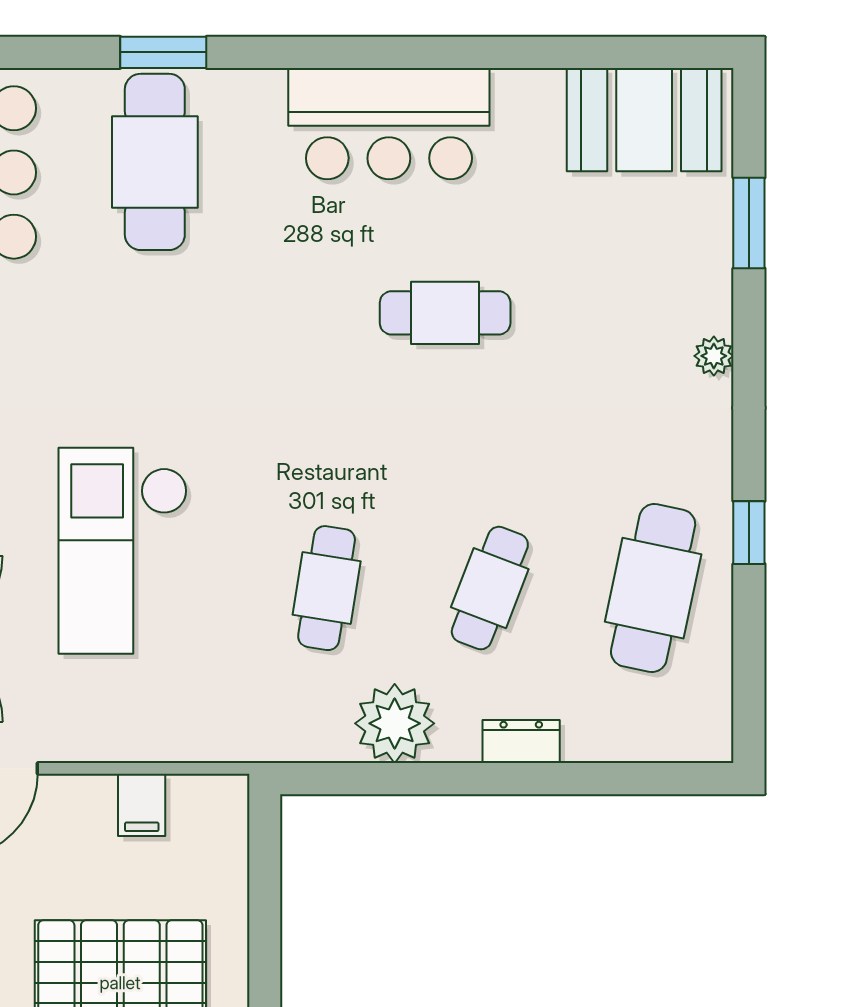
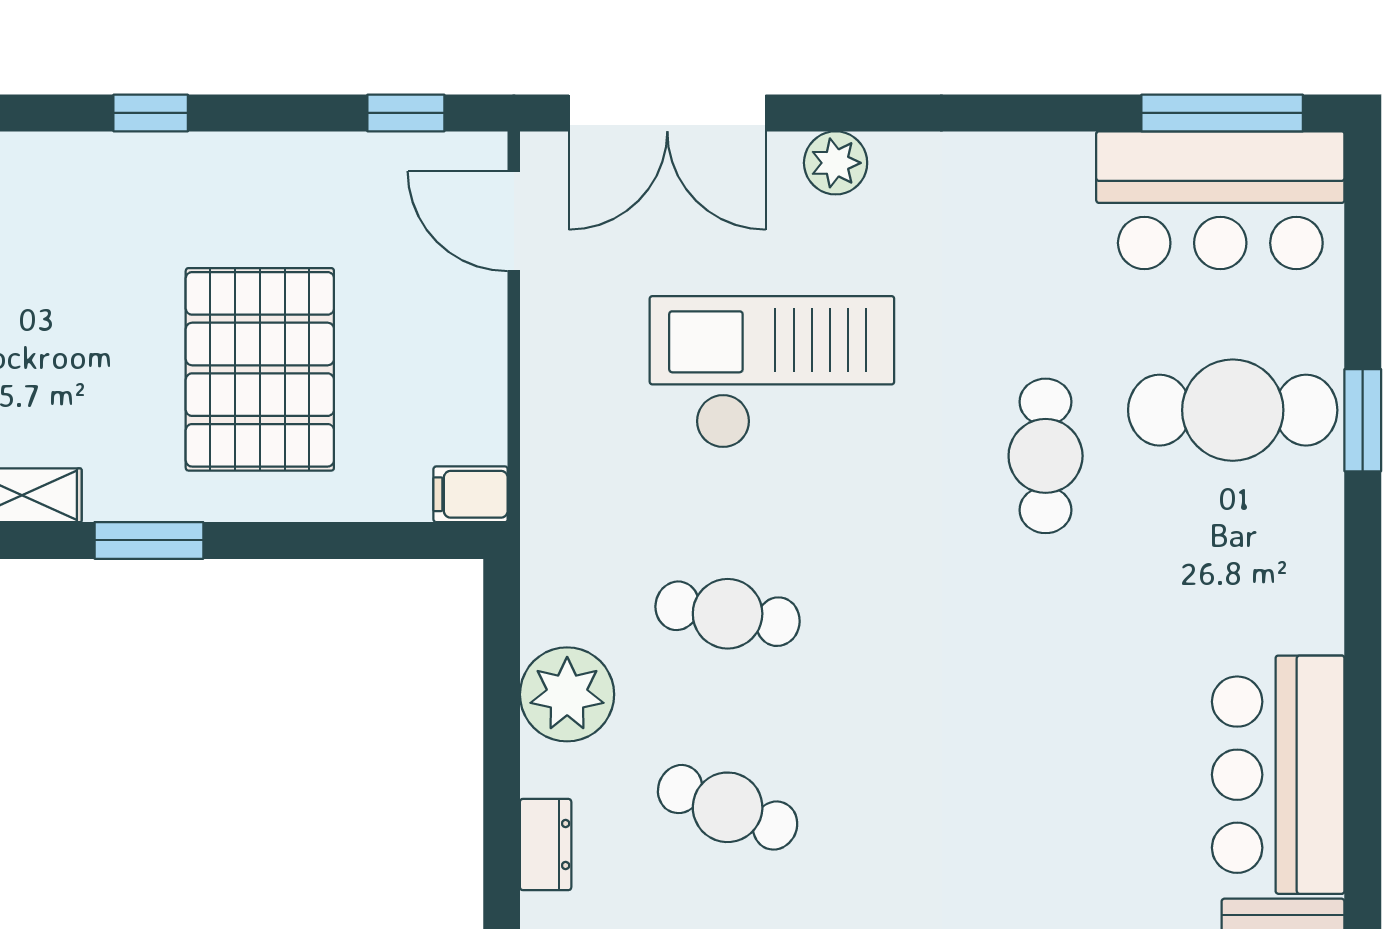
bar counter: (389, 124) -> (1278, 775), moved
cafe table: (445, 313) -> (1046, 456), moved
filing cabinet: (142, 805) -> (471, 494), moved

